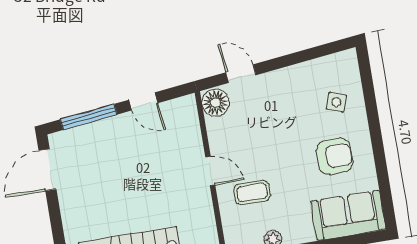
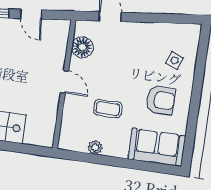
floor lamp: (215, 103) -> (82, 47), moved
coffee table: (252, 192) -> (108, 109), moved

